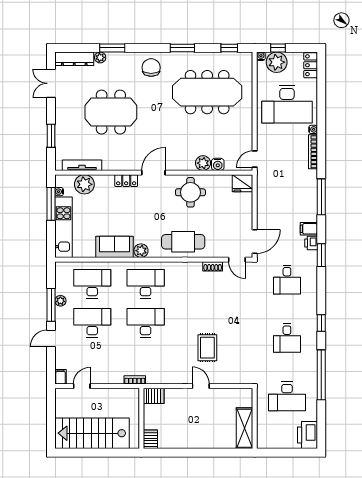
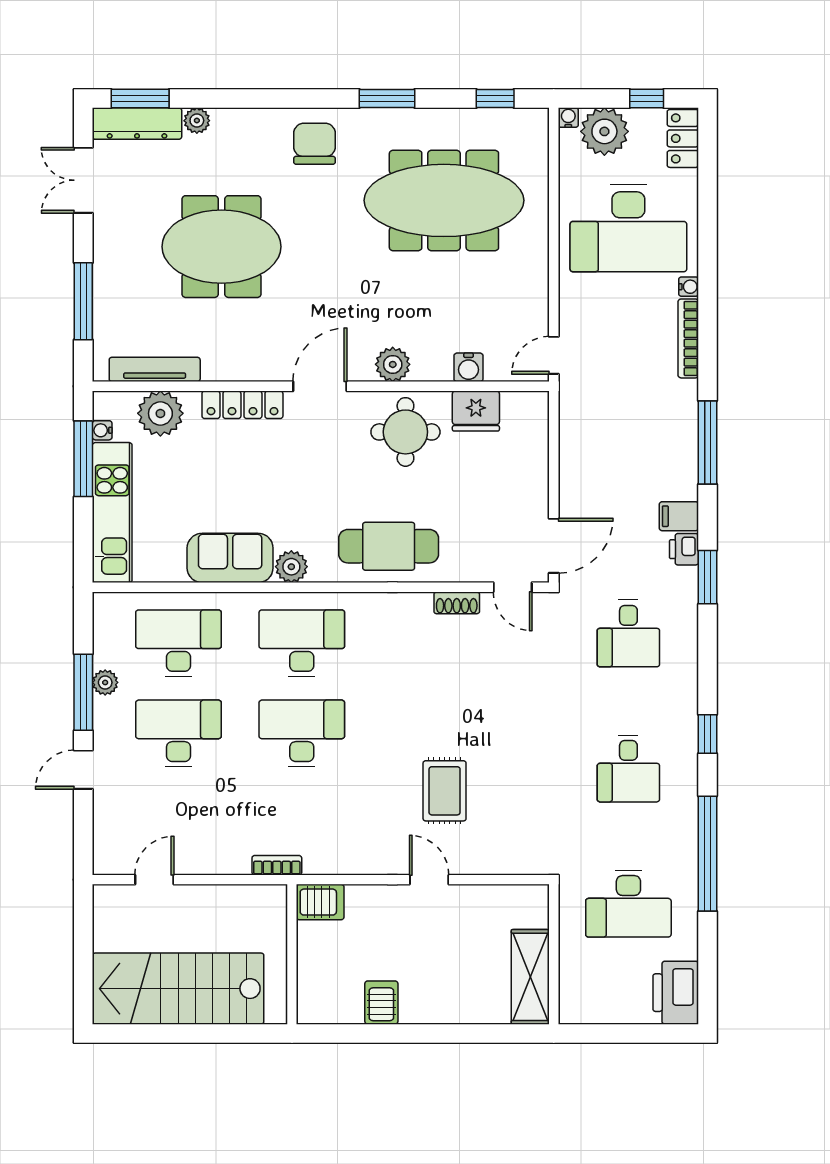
window: (112, 48) -> (140, 99), moved
window: (278, 48) -> (647, 99), moved
window: (51, 136) -> (83, 301), width x1.44
plant: (203, 163) -> (393, 364), moved
locker: (126, 181) -> (242, 405), width x1.53
fridge: (243, 183) -> (476, 411), moved
filing cabinet: (61, 377) -> (105, 858), removed
server rack: (150, 439) -> (381, 1003), moved

